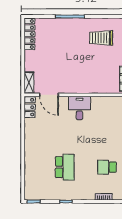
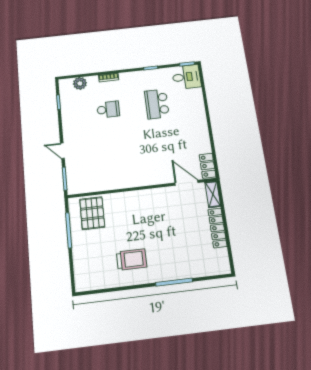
locker: (29, 34) -> (217, 228), moved
desk: (79, 108) -> (186, 77), moved, turned -90

